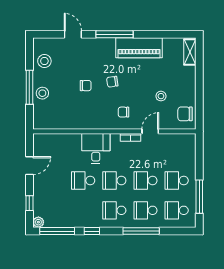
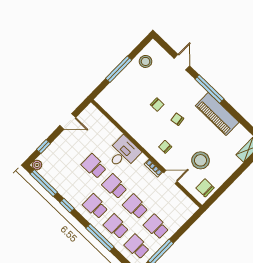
stool: (42, 93) -> (123, 82), removed
stool: (161, 96) -> (201, 160), width x1.89, depth x1.89

